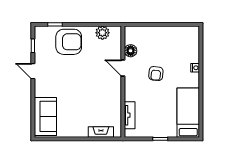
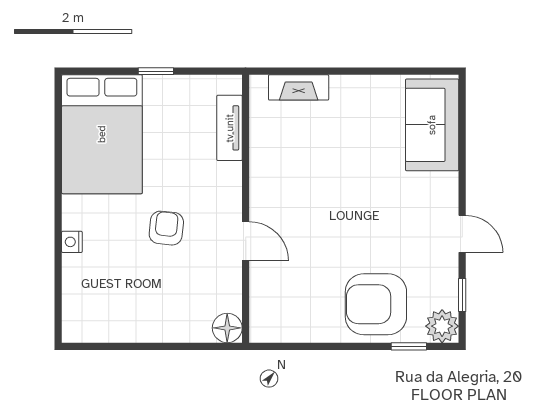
plant: (102, 33) -> (442, 326), moved
floor lamp: (131, 51) -> (227, 328), moved
bed: (188, 113) -> (102, 134), width x1.50

